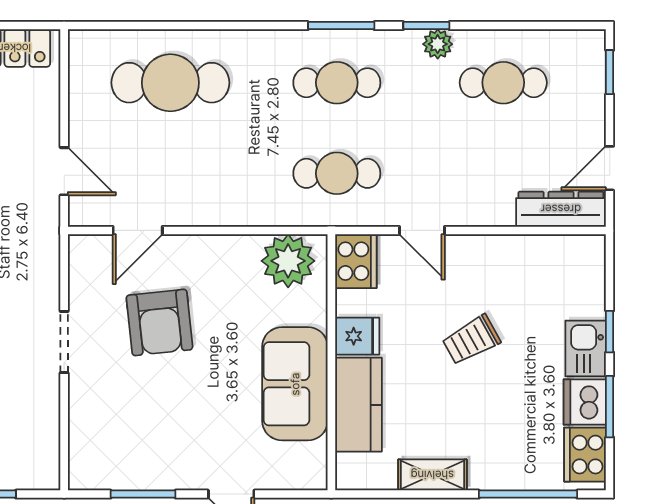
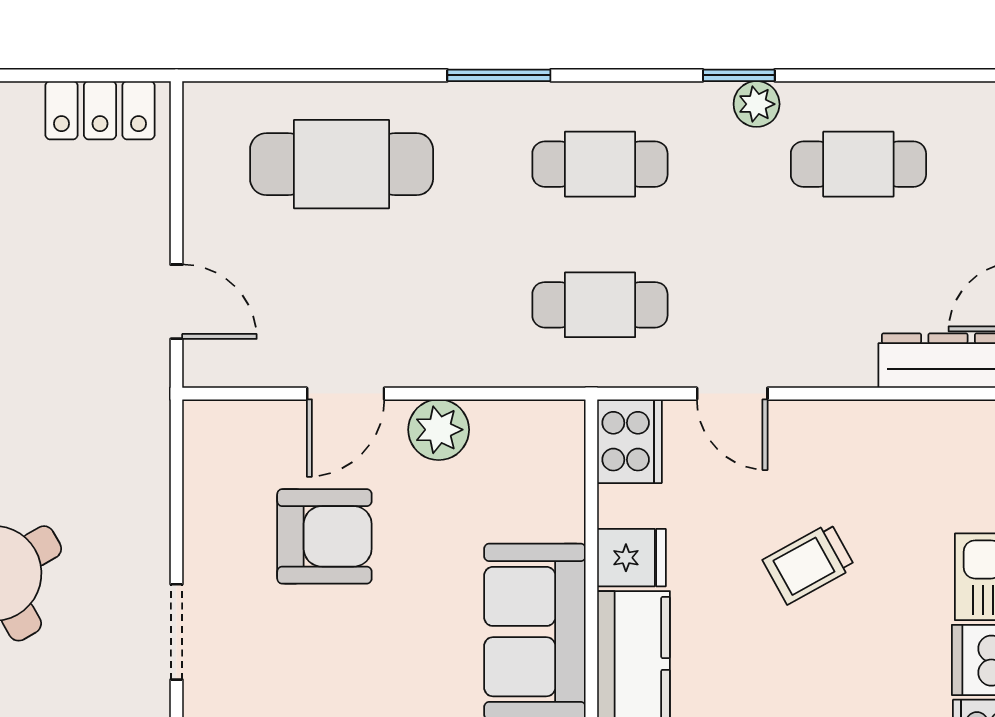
window: (341, 26) -> (499, 75), moved
door: (138, 231) -> (346, 394), moved
plant: (288, 261) -> (439, 430), moved, width x0.73, depth x0.73
armchair: (159, 322) -> (324, 536), turned -84
doorway: (64, 342) -> (176, 632), moved

